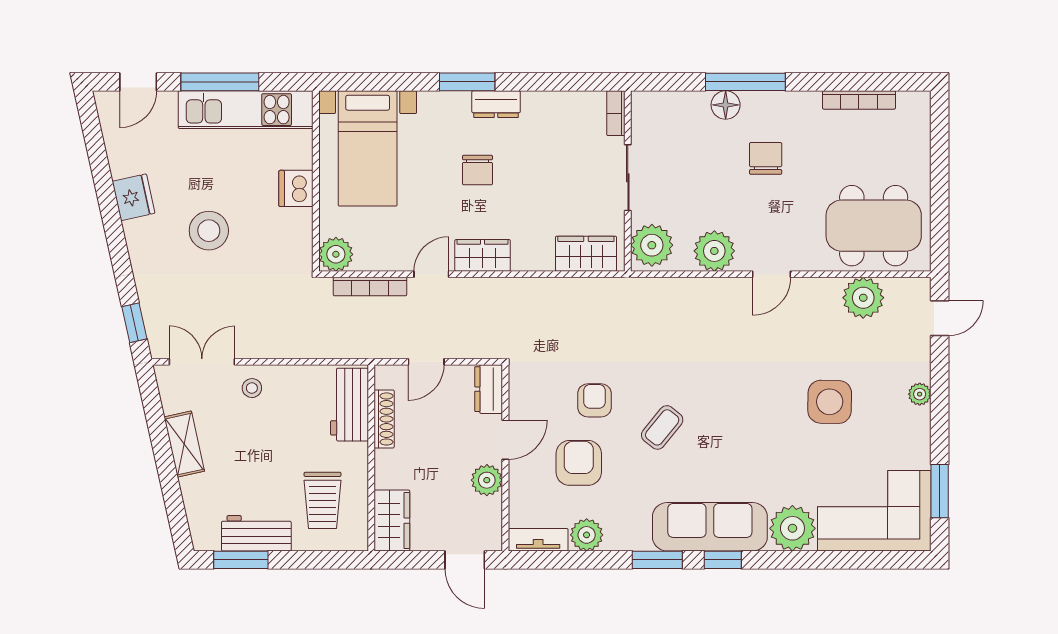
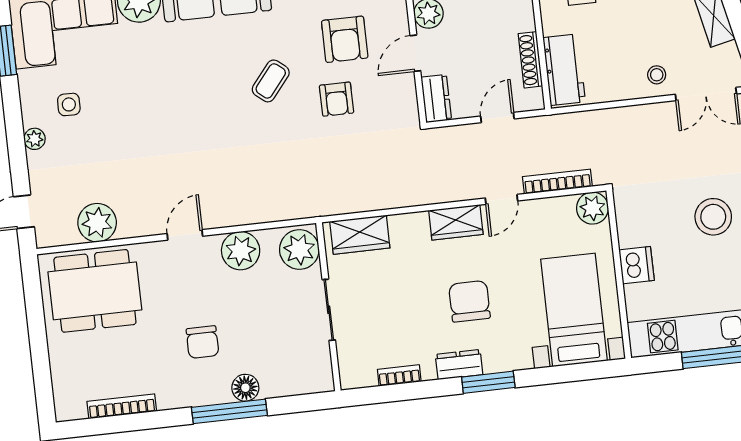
bookcase: (616, 113) -> (399, 375), moved, turned -90
chair: (477, 170) -> (469, 301), width x1.37, depth x1.37
side table: (830, 402) -> (69, 104), moved, width x0.54, depth x0.54

